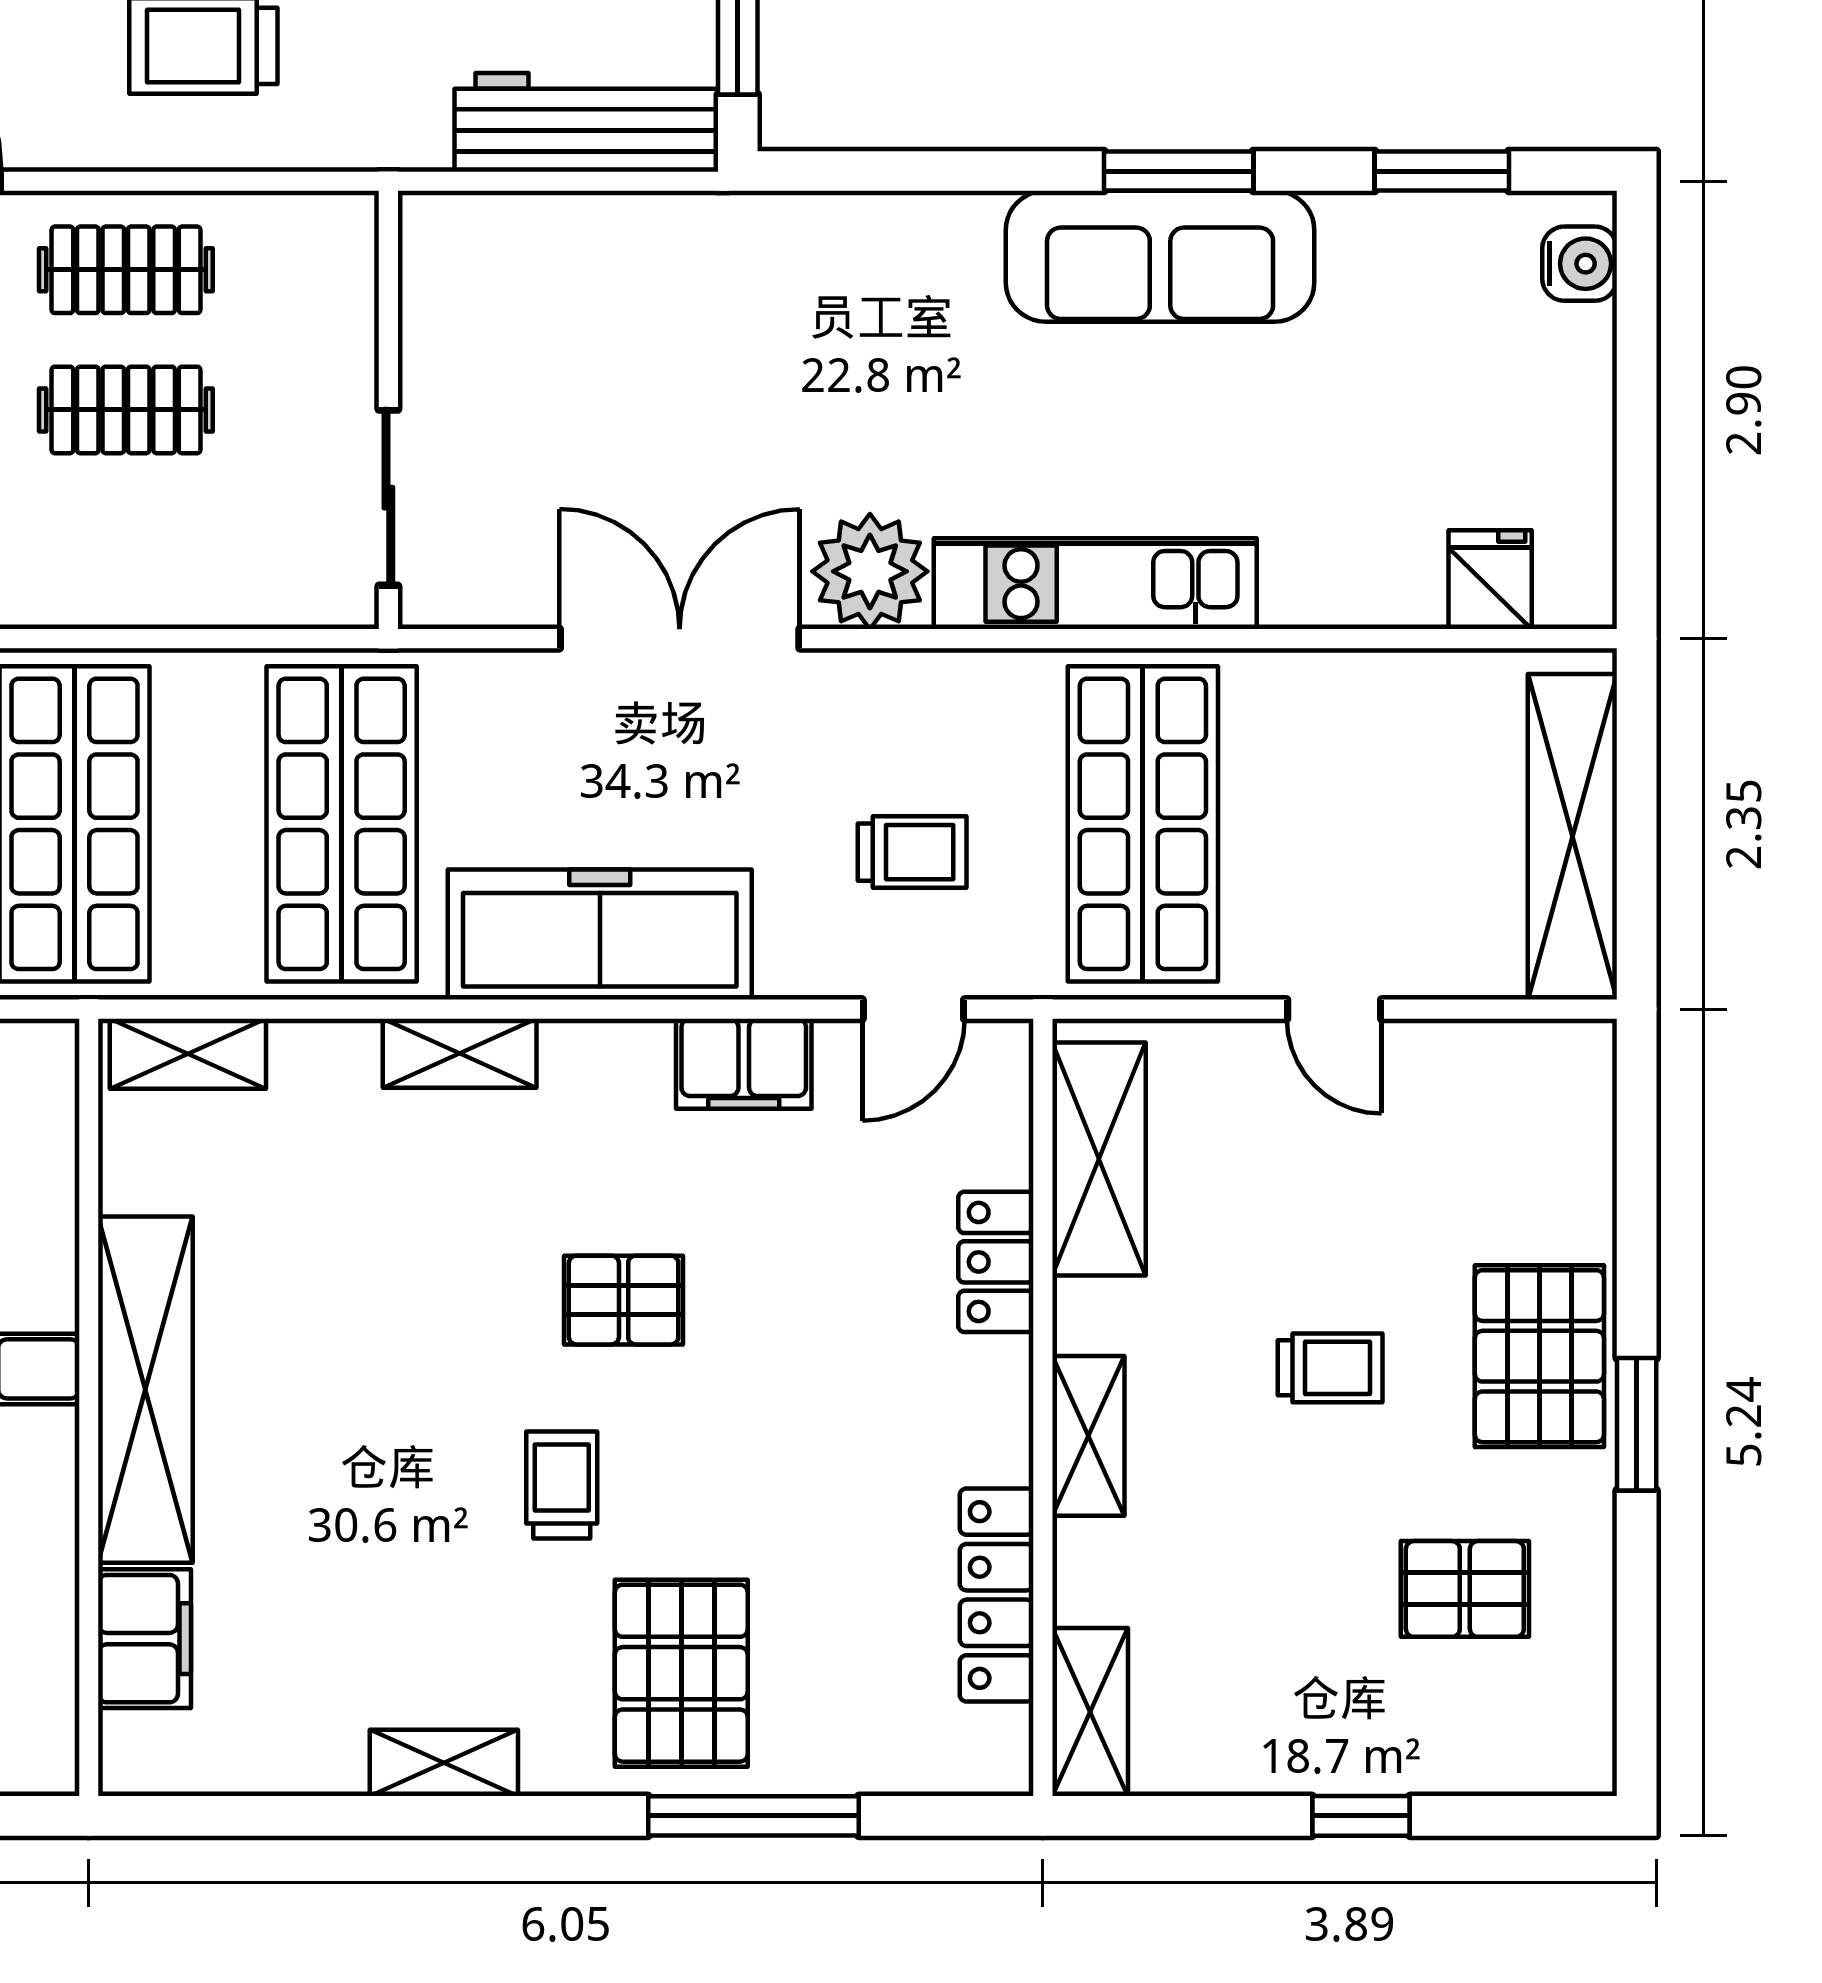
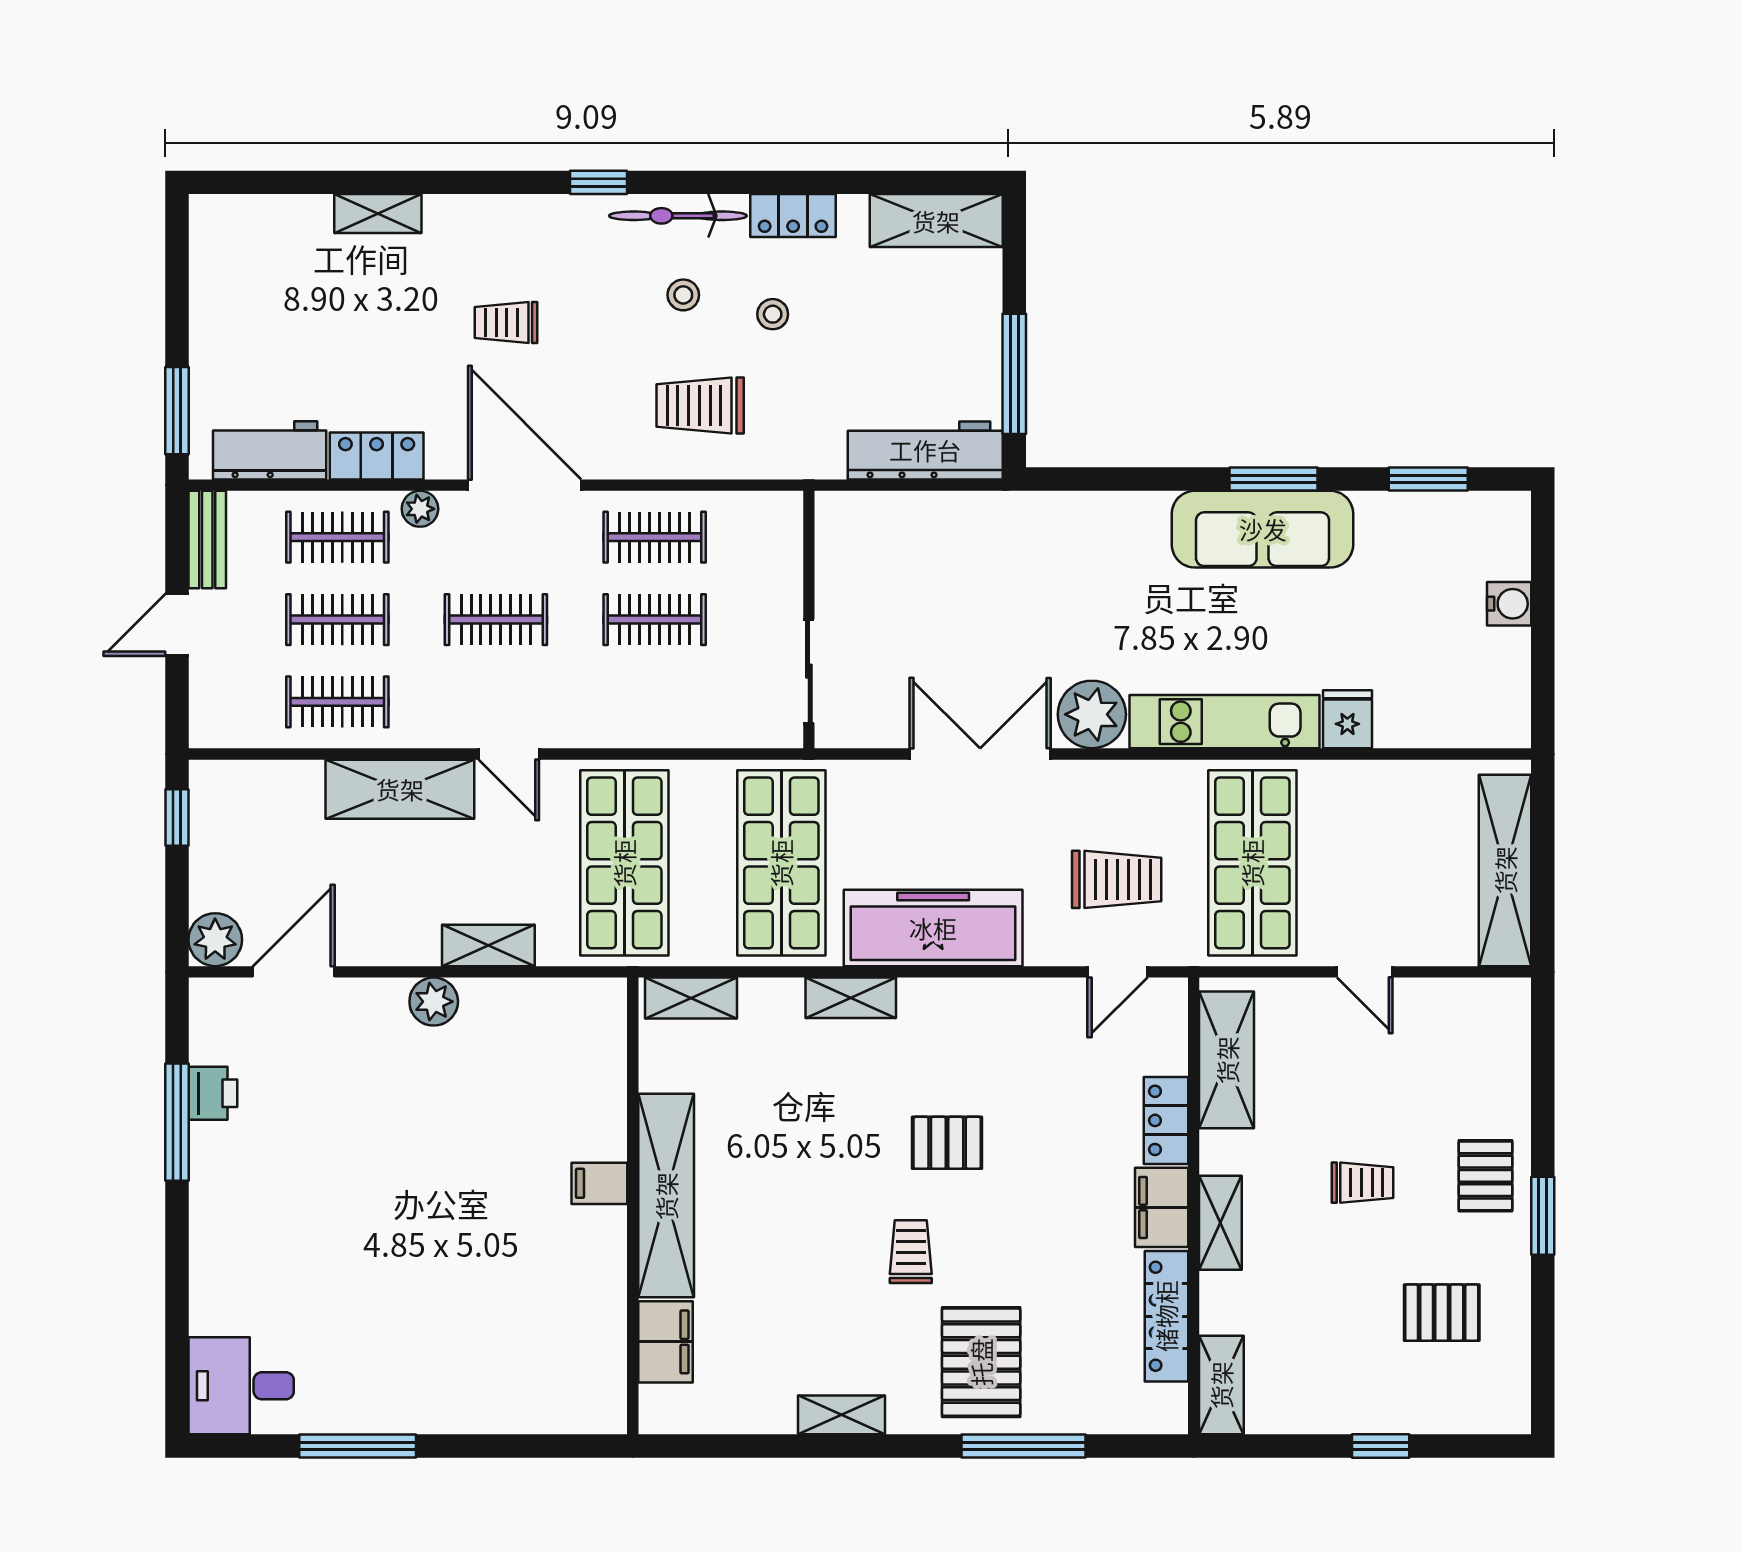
water cooler: (1580, 264) -> (1509, 604), moved
fridge: (1490, 580) -> (1347, 719), moved
trolley: (912, 852) -> (1117, 879), width x1.36, depth x1.39
filing cabinet: (744, 1064) -> (1162, 1207), moved, turned 90
pallet: (1539, 1356) -> (1485, 1176), width x0.67, depth x0.71

